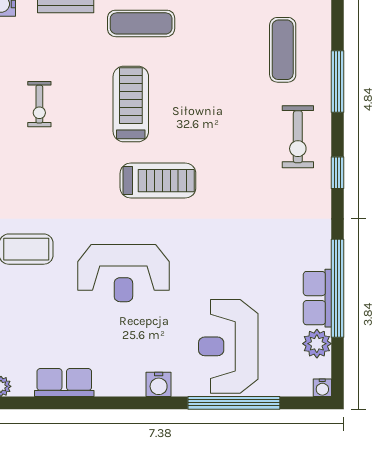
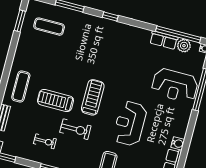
exercise bike: (298, 137) -> (75, 129), moved
reception desk: (123, 273) -> (130, 124), turned 180
window: (337, 288) -> (178, 34), moved
water cooler: (159, 384) -> (178, 143), moved

